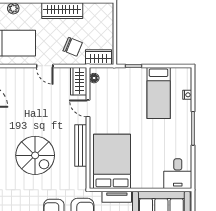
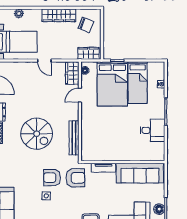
chair: (73, 47) -> (86, 25), moved
door: (88, 108) -> (80, 95), hinge flipped
bench: (81, 146) -> (74, 138), moved
bed: (112, 161) -> (112, 84), moved, turned 180
desk: (178, 174) -> (153, 130), moved, turned -90

